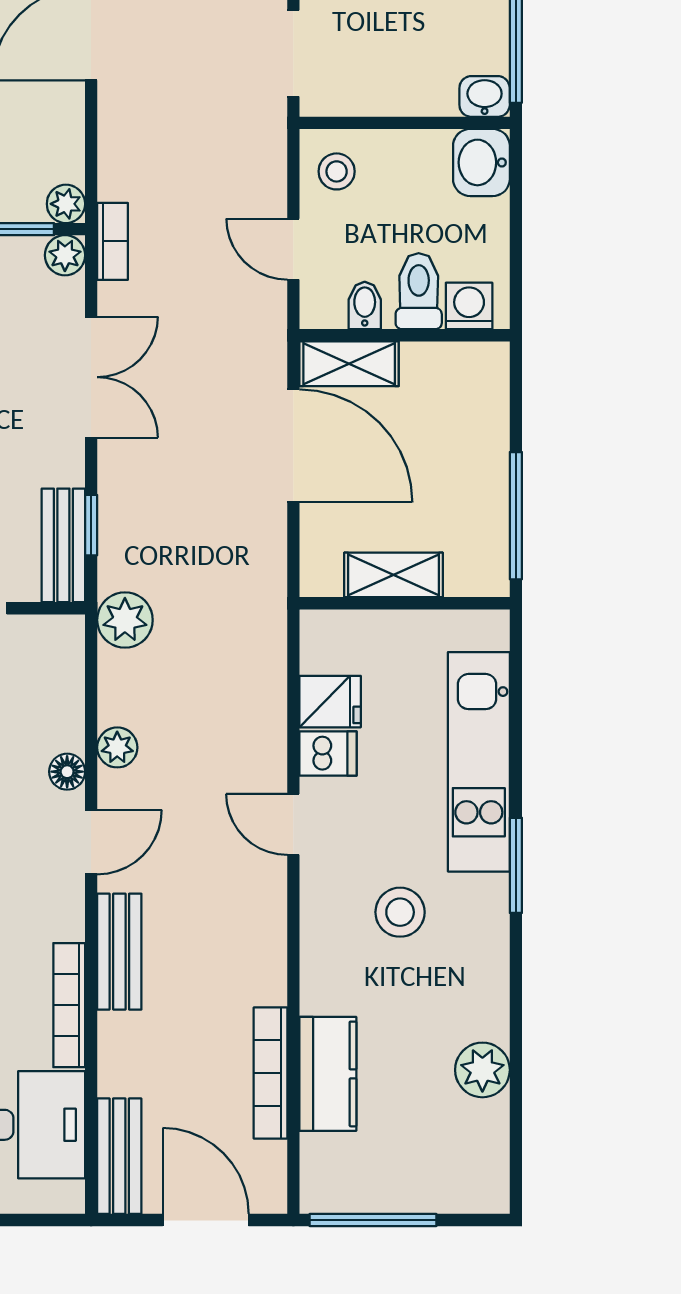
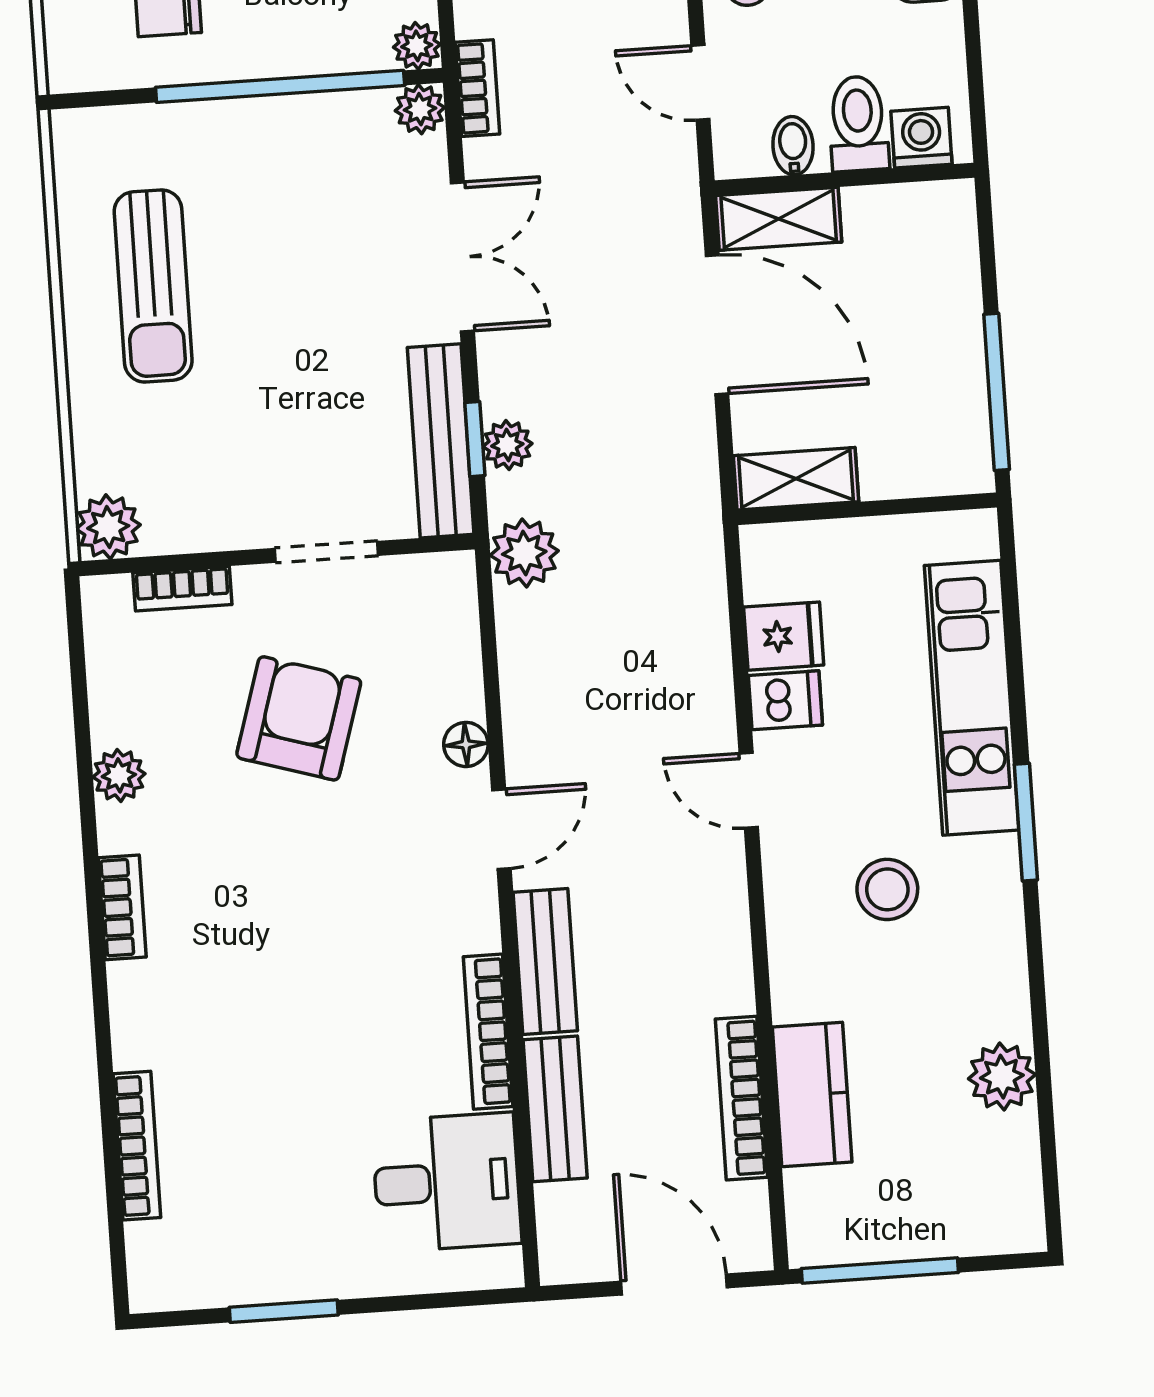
bench: (63, 545) -> (441, 441), width x1.36
shelving: (394, 575) -> (796, 479), moved
plant: (117, 747) -> (507, 445), moved
bench: (119, 1156) -> (555, 1109), moved

